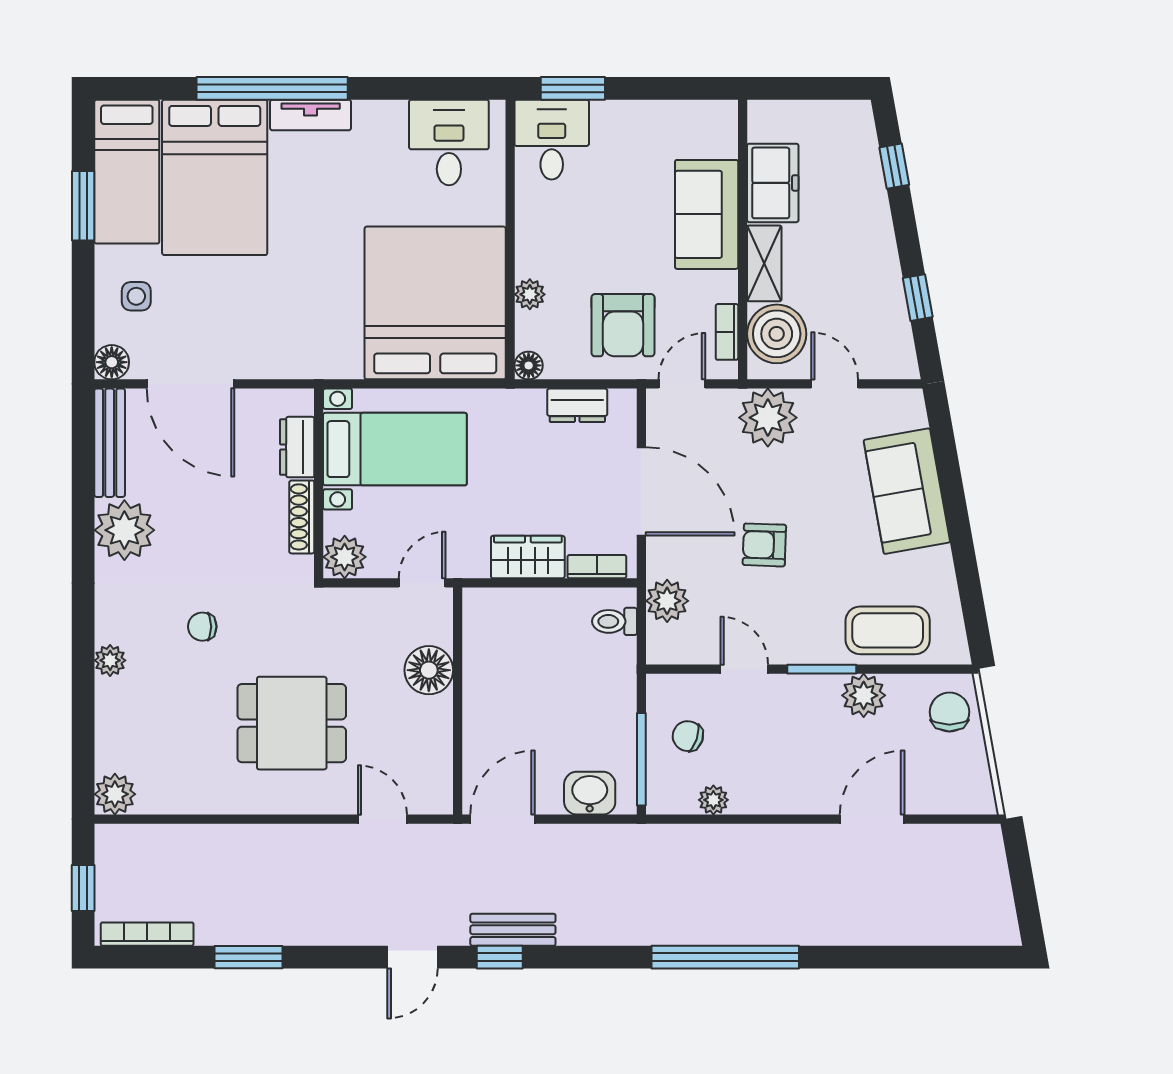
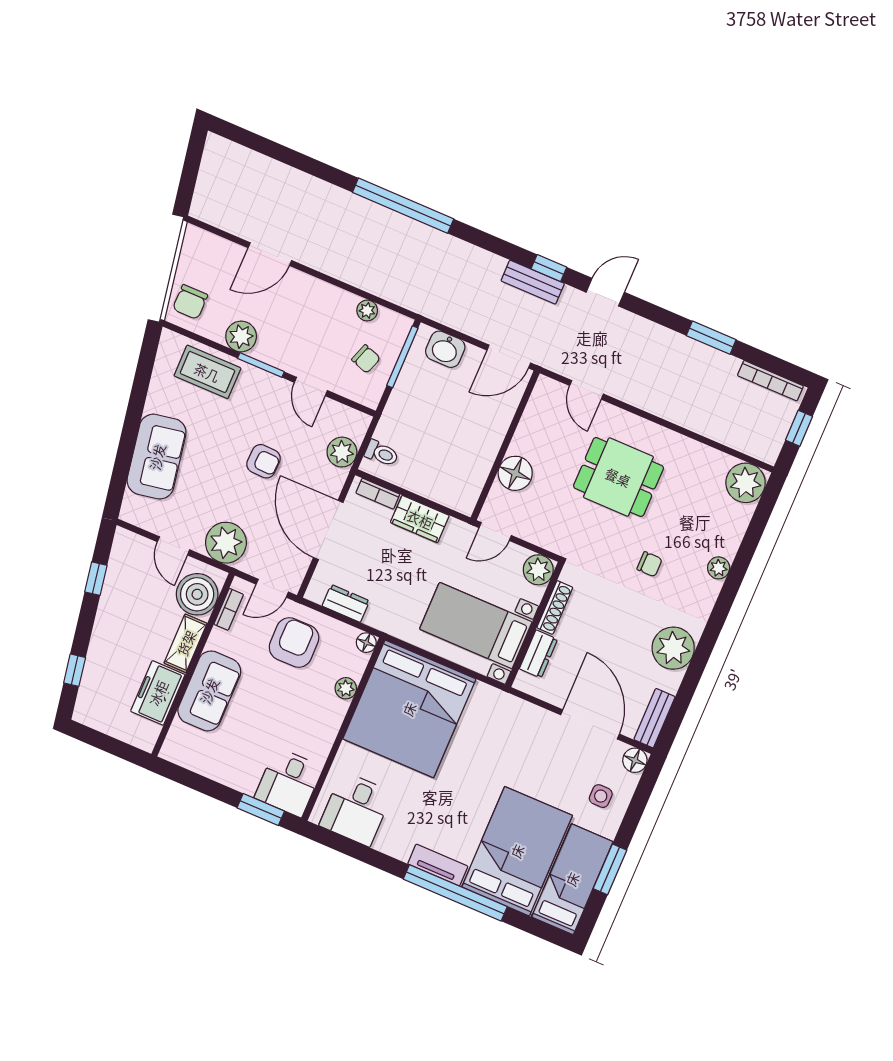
bench: (110, 443) -> (655, 718), width x0.73
plant: (115, 794) -> (746, 483), width x1.36, depth x1.36

